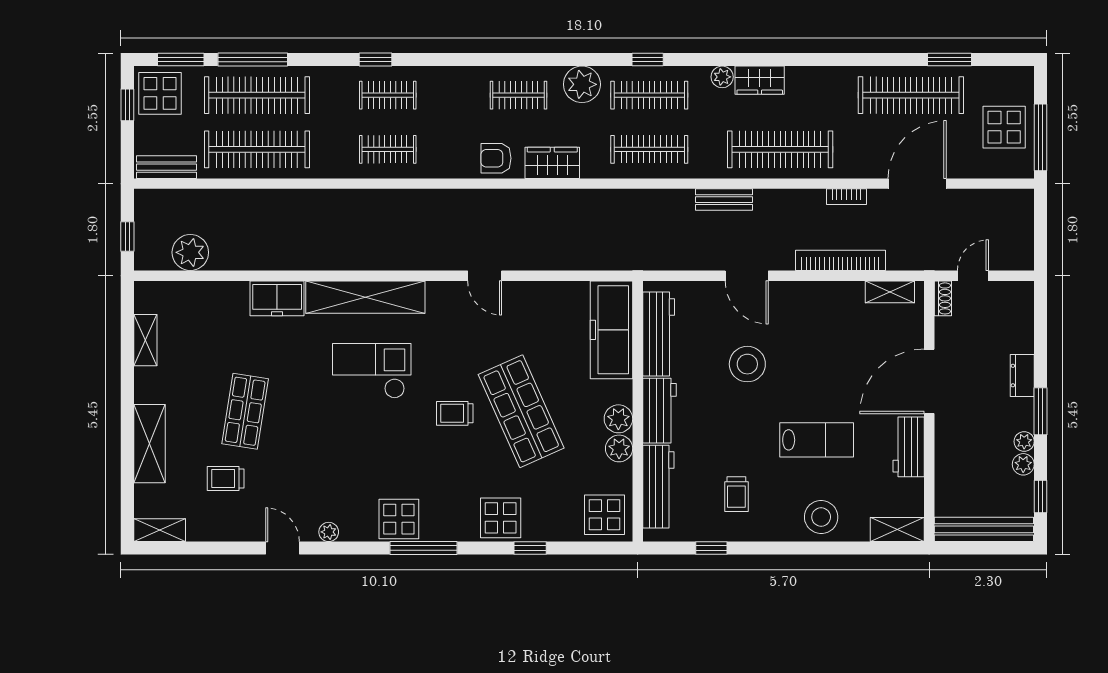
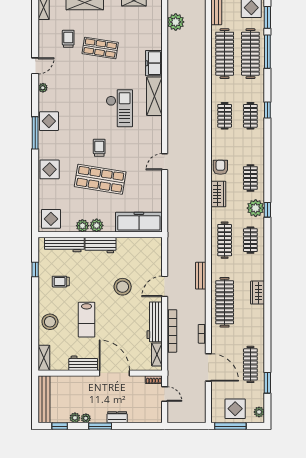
window: (648, 60) -> (267, 210), moved
plant: (722, 77) -> (259, 412), moved
clothes rail: (649, 95) -> (250, 240), width x0.73
clothes rail: (911, 95) -> (250, 364), width x0.73, depth x0.76
shelving: (365, 297) -> (154, 96), width x0.68
workbench: (659, 334) -> (155, 322), moved, turned 90
shop shelf: (521, 411) -> (100, 179), turned 33
window: (530, 548) -> (35, 183), removed

